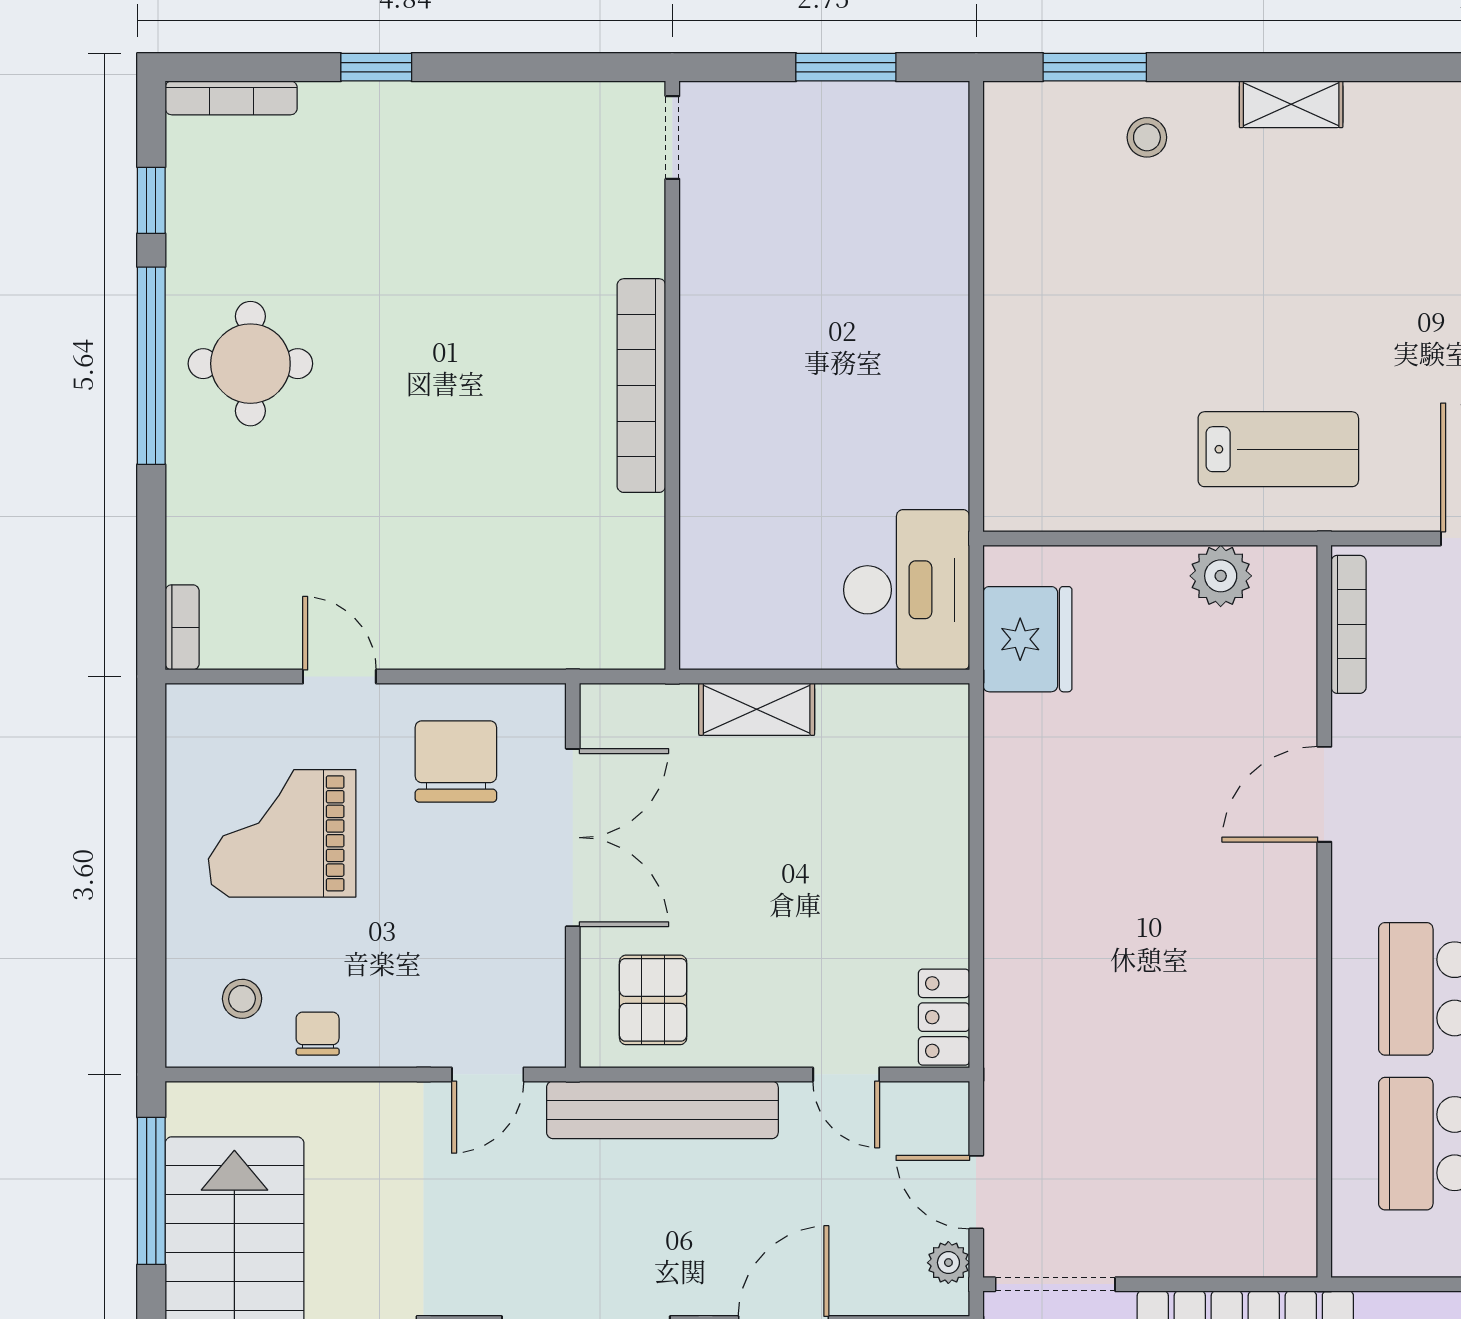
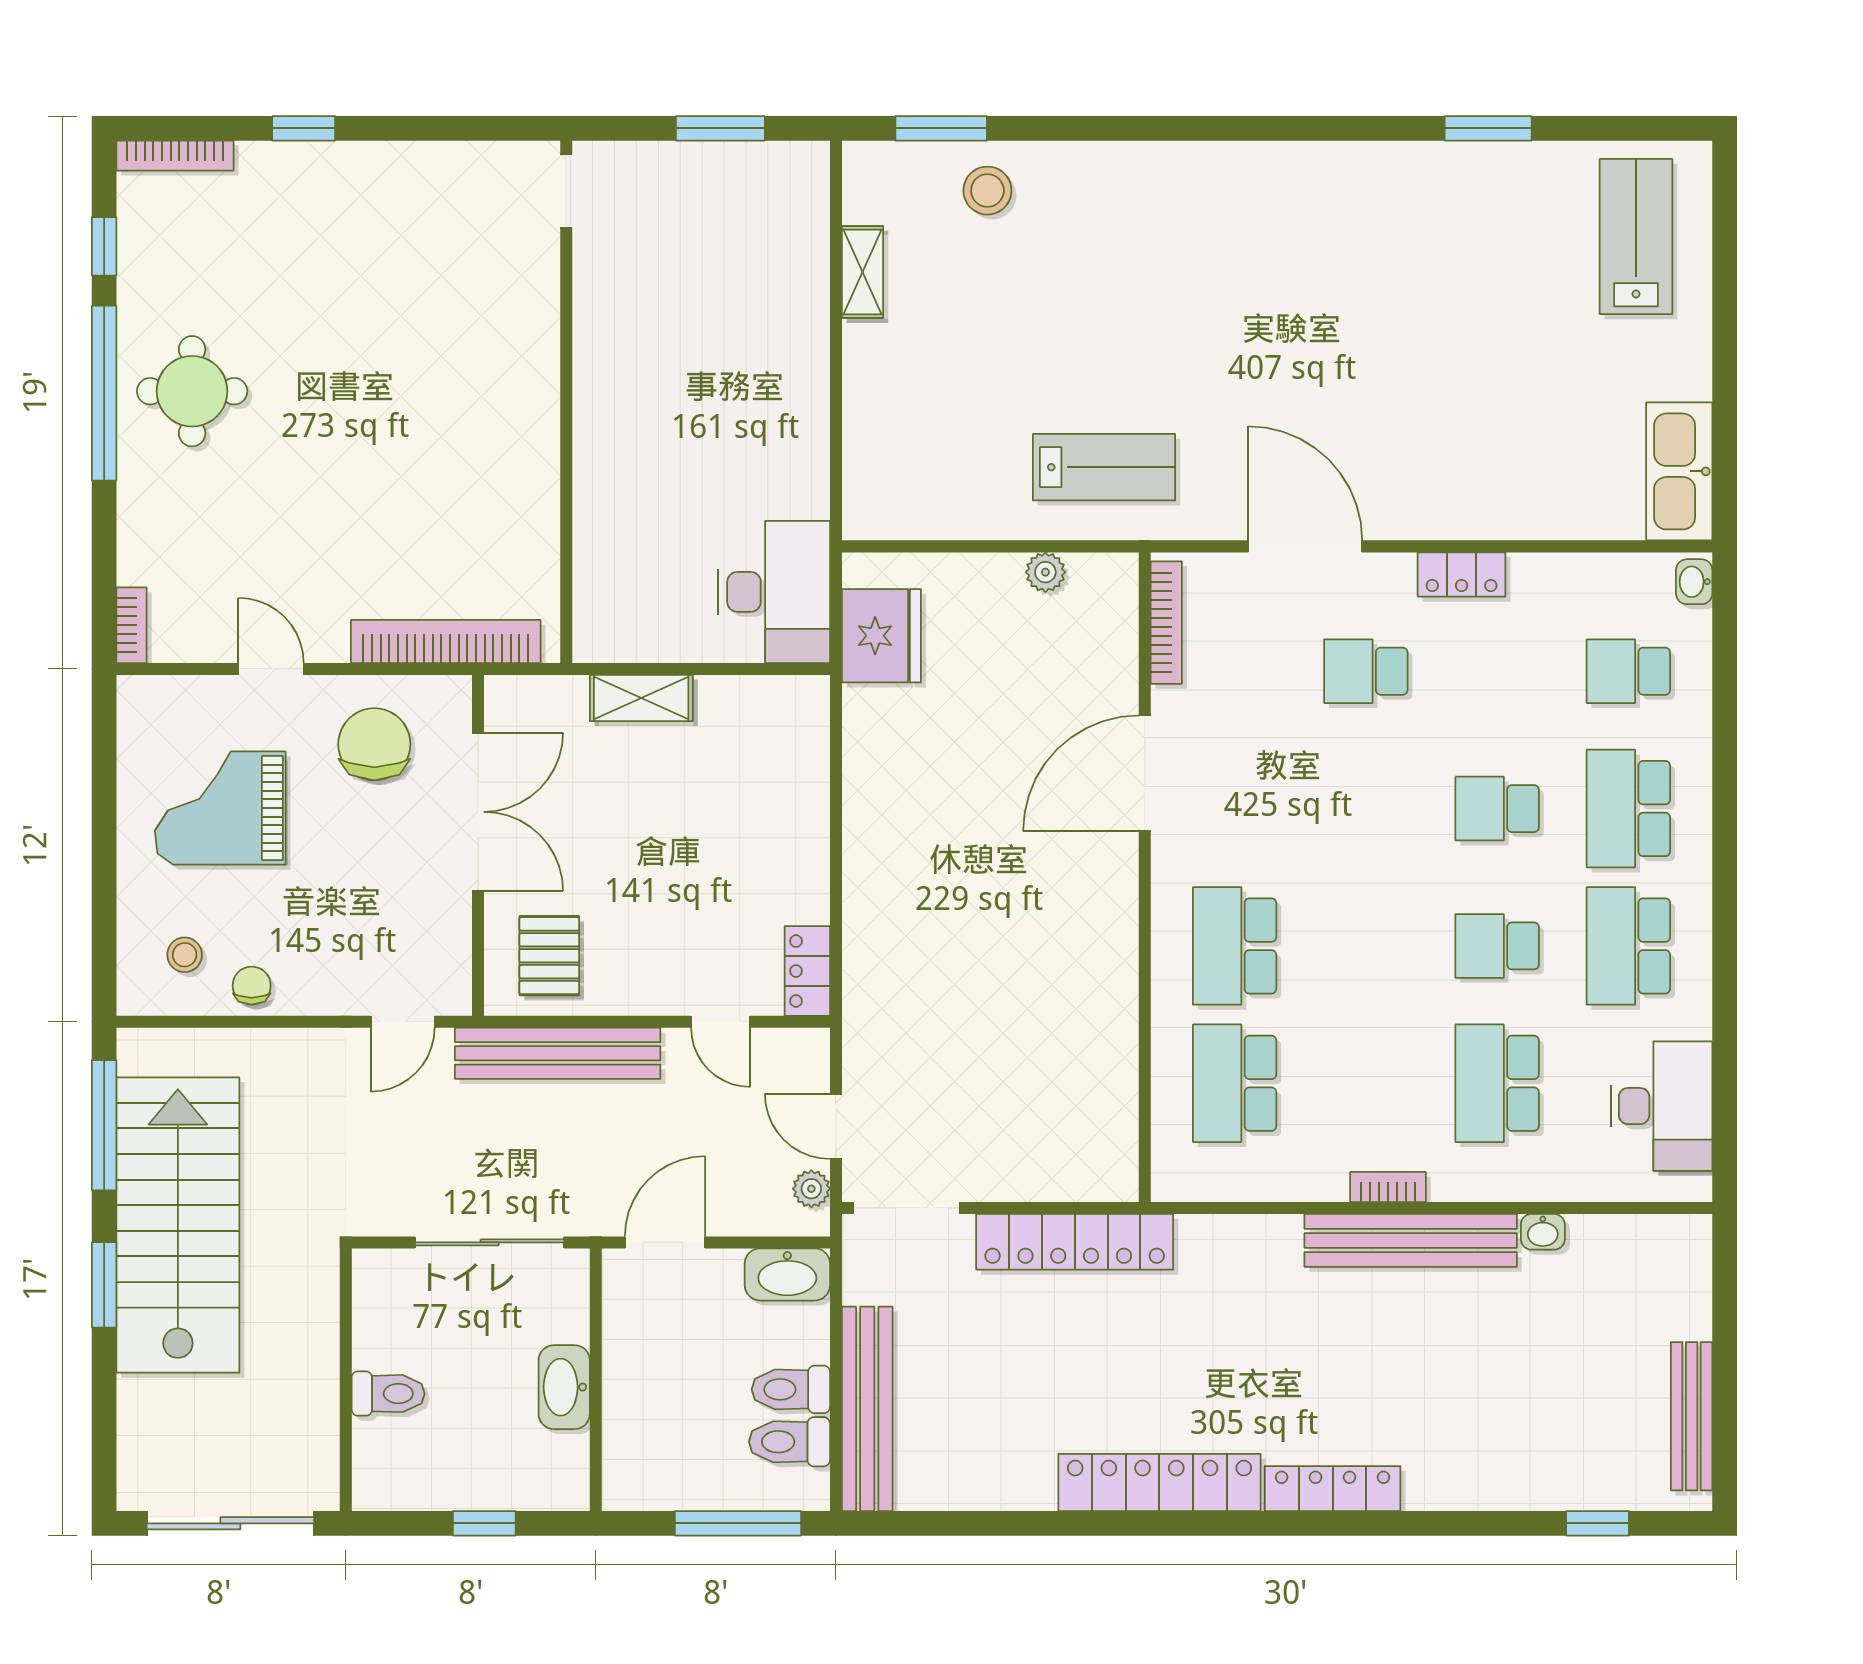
shelving: (1291, 104) -> (863, 272), moved, turned 90
stool: (1147, 137) -> (987, 191), width x1.37, depth x1.37
bookcase: (641, 386) -> (446, 642), moved, turned 90
plant: (1221, 576) -> (1045, 572), width x0.73, depth x0.73
door: (1324, 794) -> (1145, 773), width x1.36

